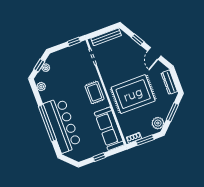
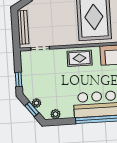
window: (74, 42) -> (19, 79), moved

